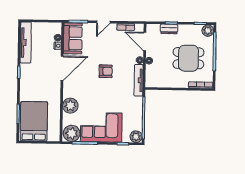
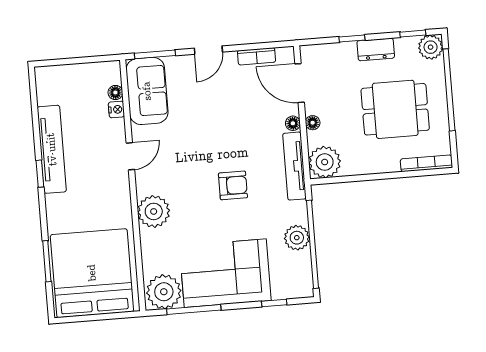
dresser: (169, 29) -> (376, 49), moved
tv unit: (26, 42) -> (52, 149), moved
door: (62, 68) -> (130, 156), width x0.53
armchair: (106, 71) -> (233, 185), moved
plant: (153, 80) -> (325, 162), added
plant: (70, 106) -> (154, 211), moved
bed: (34, 121) -> (92, 273), width x1.36
plant: (136, 137) -> (297, 238), moved

